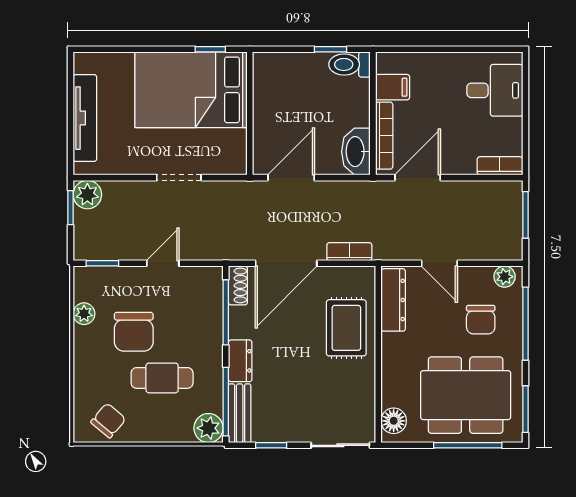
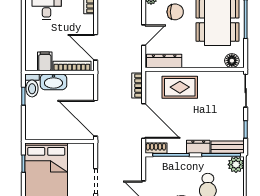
washbasin: (356, 152) -> (53, 82), moved
door: (291, 178) -> (96, 118), width x1.36

